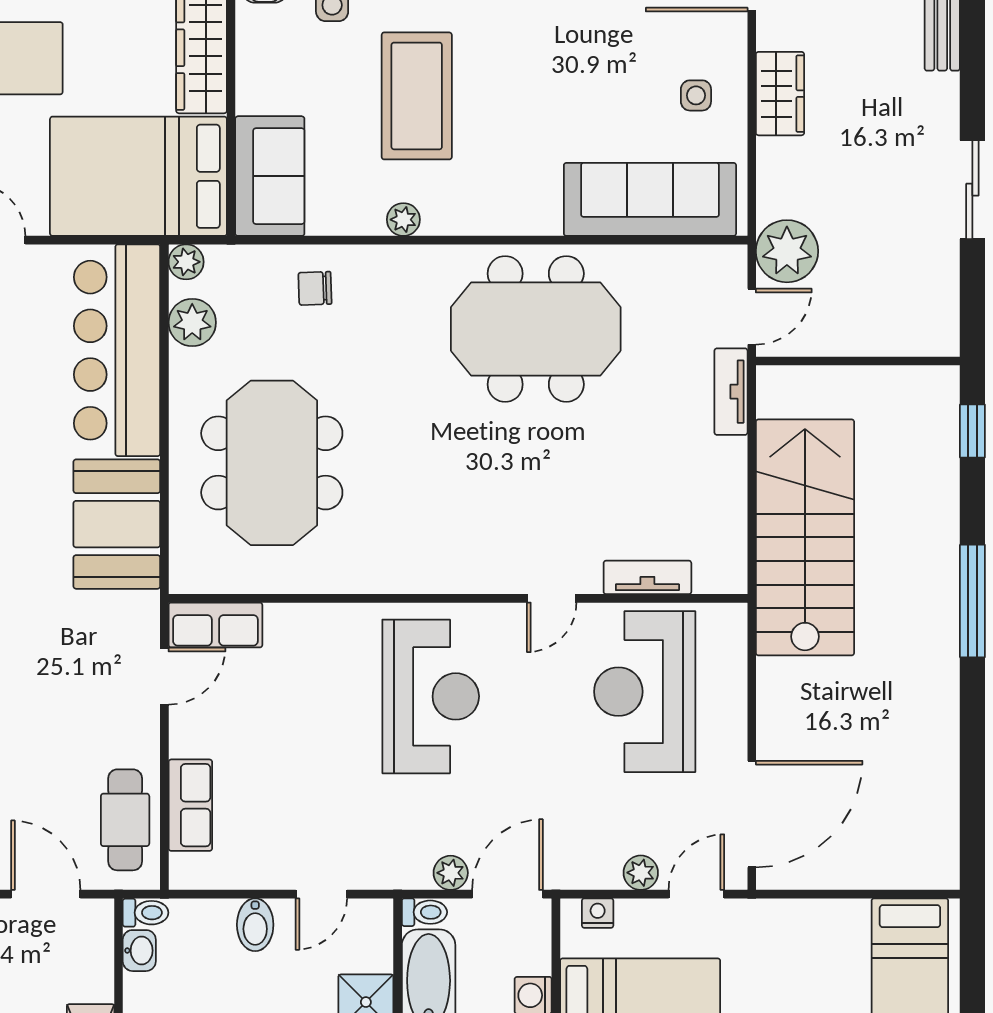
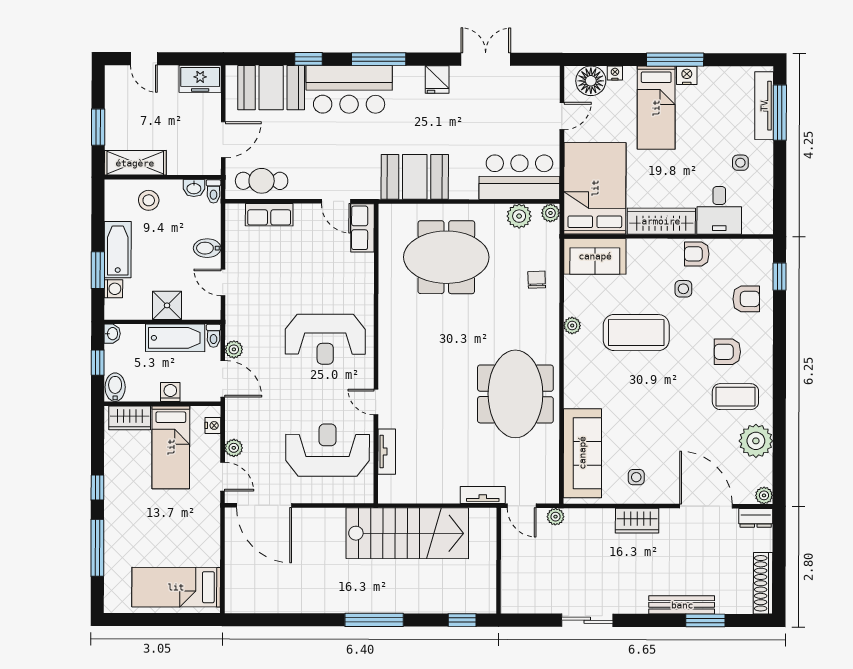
plant: (787, 251) -> (556, 517), width x0.53, depth x0.53
bar counter: (117, 350) -> (519, 177), width x0.73

